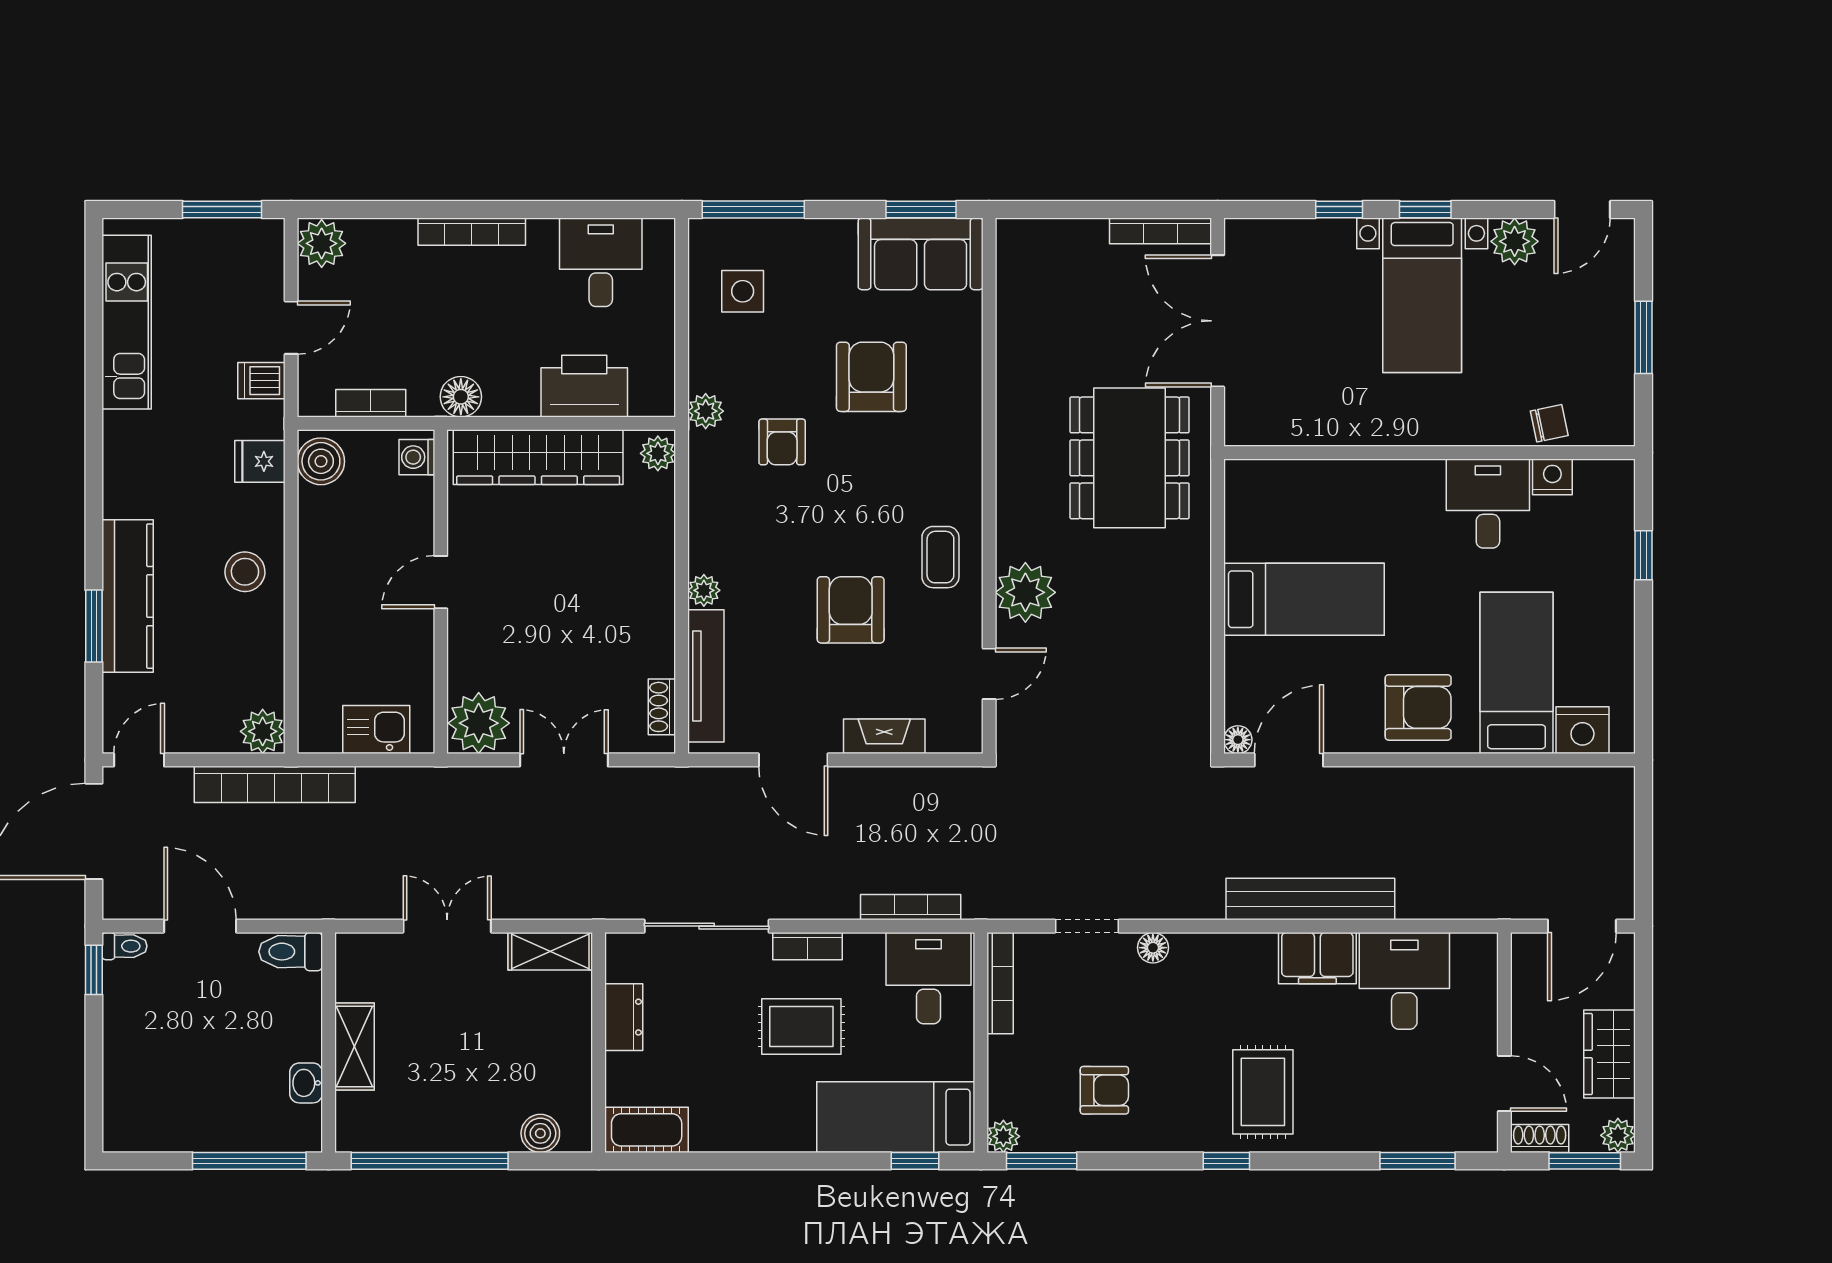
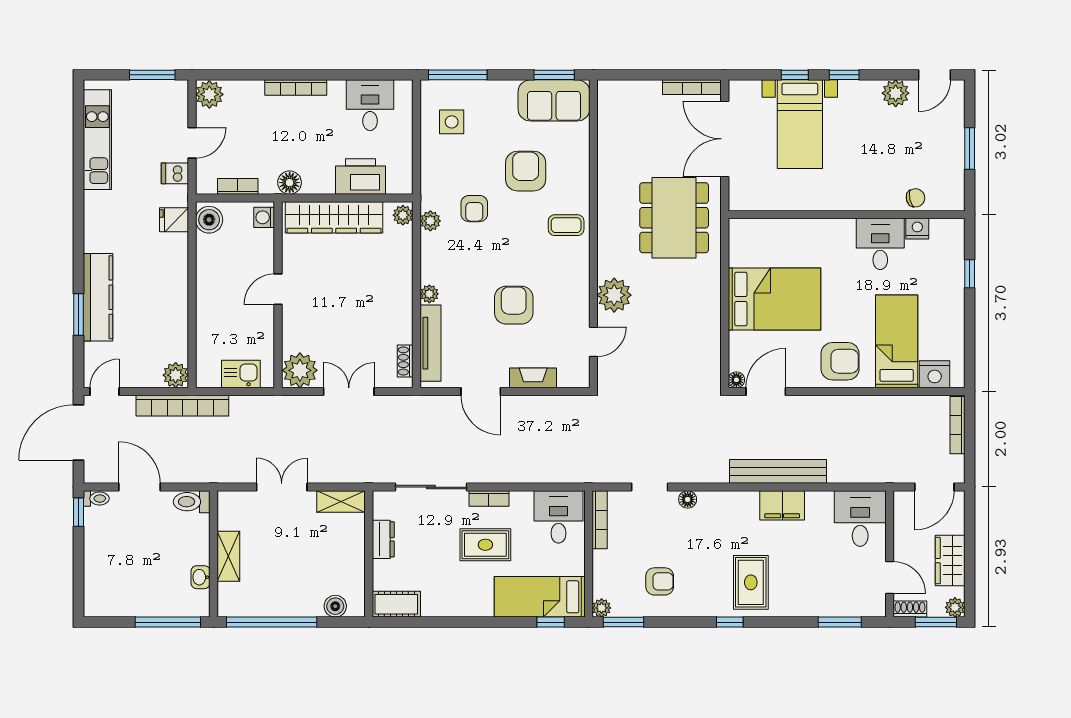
bed with nightstands: (1422, 295) -> (800, 124), moved
plant: (706, 411) -> (430, 221), moved
coffee table: (940, 557) -> (566, 225), moved, turned 90
stool: (245, 572) -> (165, 283), removed
bed: (1304, 599) -> (774, 299), width x1.50
bookcase: (911, 907) -> (958, 425), moved, turned -90
desk: (1404, 981) -> (860, 519), moved

